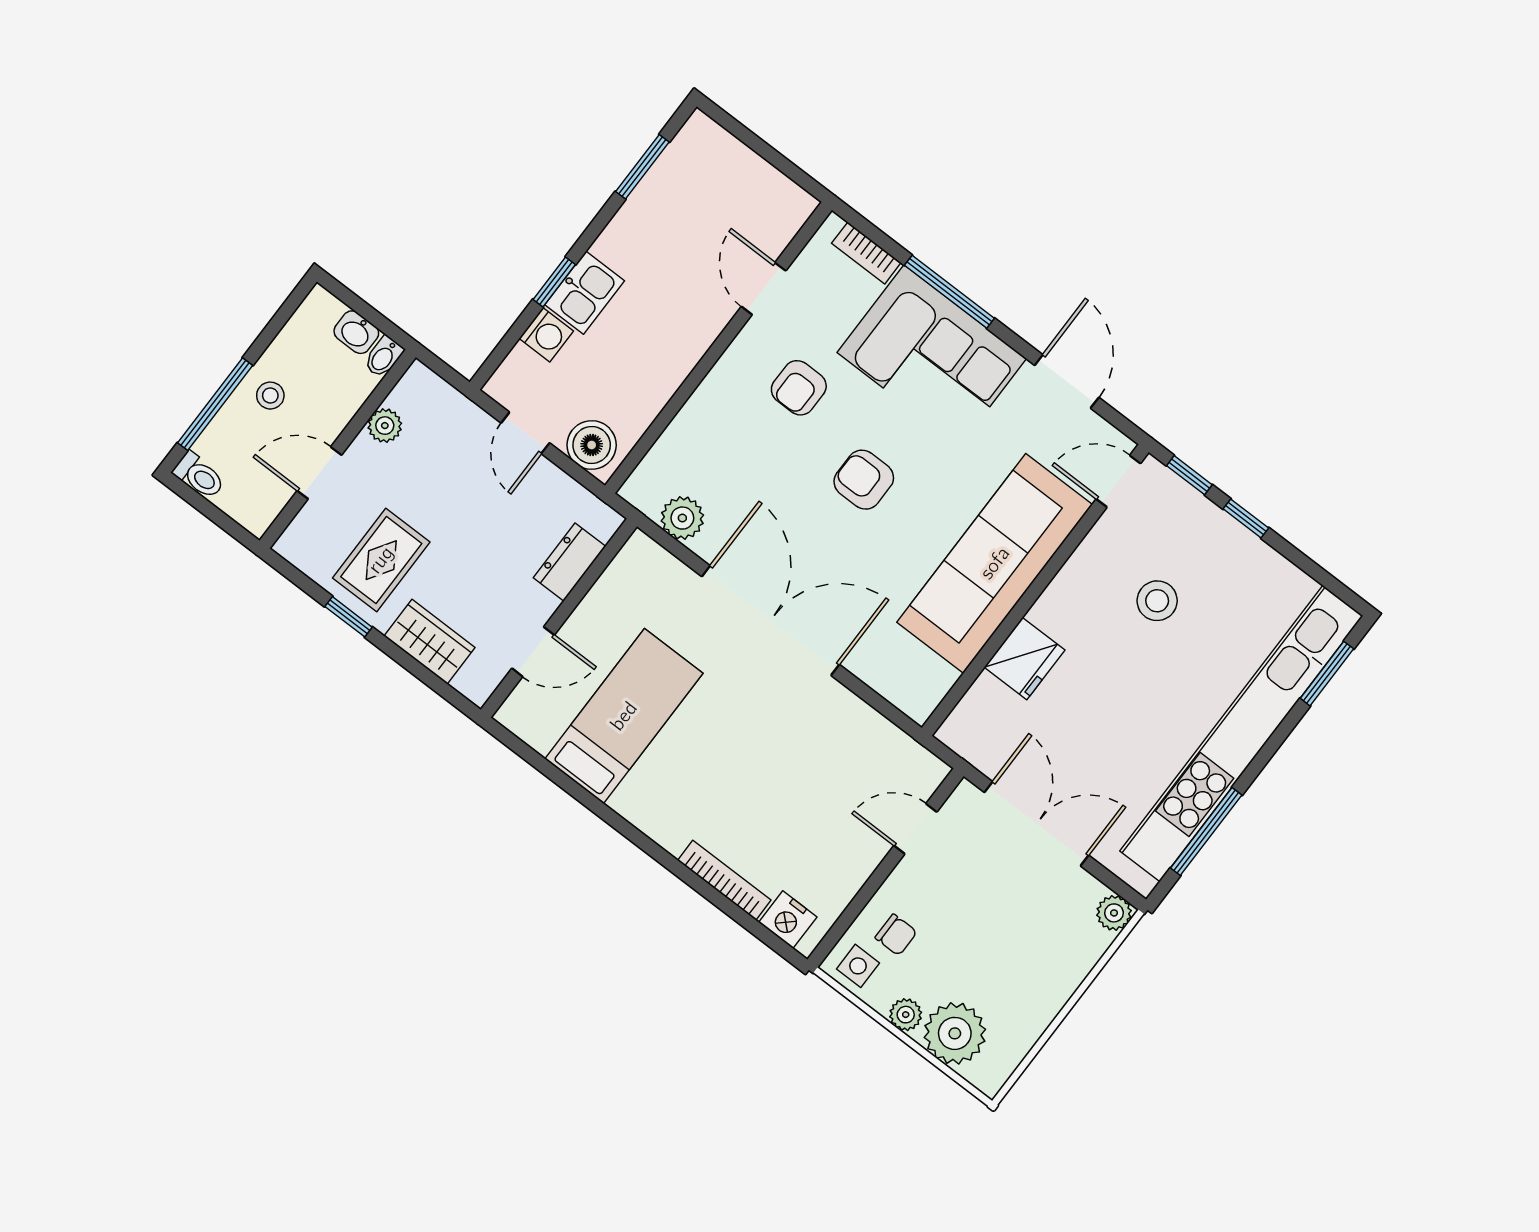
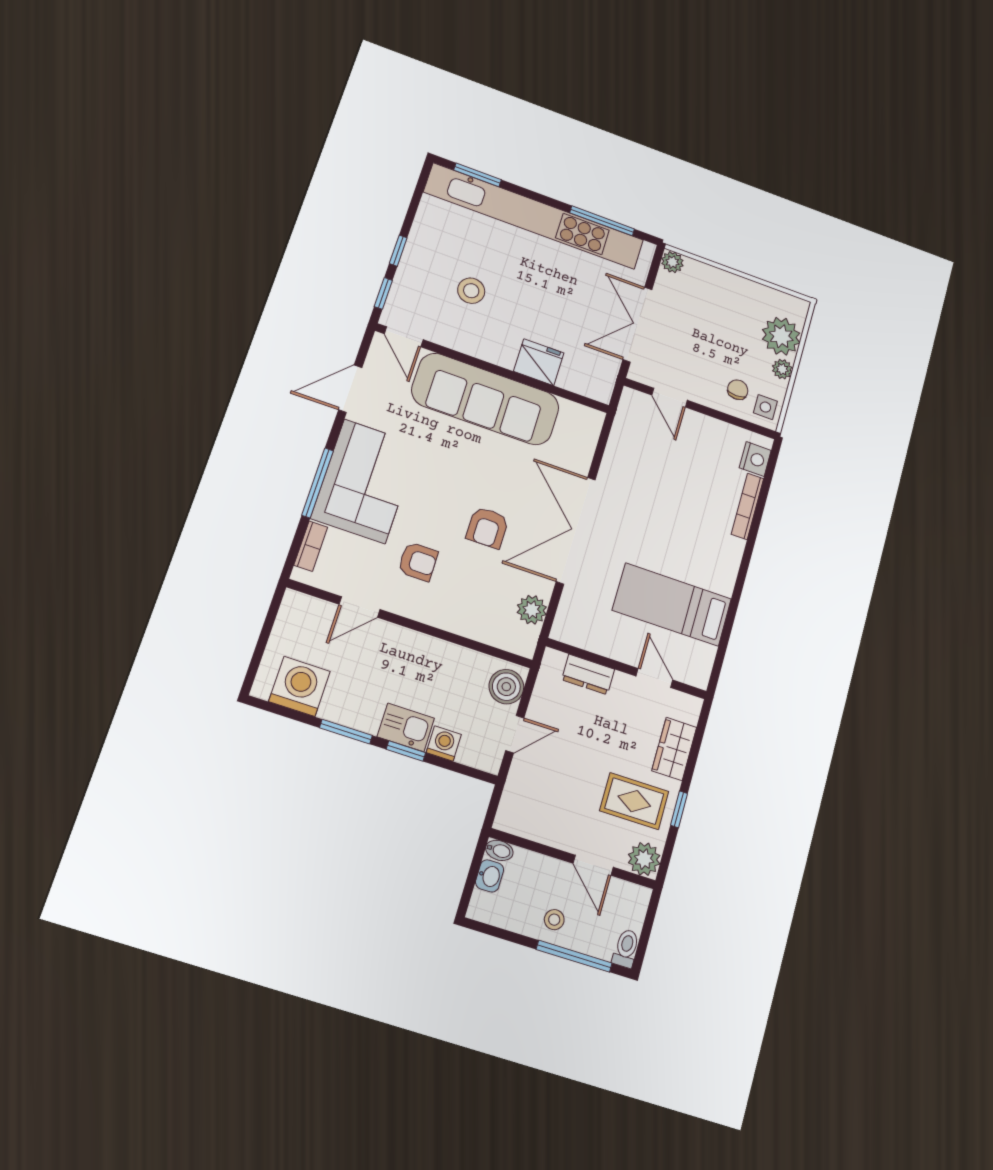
window: (642, 167) -> (346, 732), moved
washing machine: (686, 174) -> (299, 686), added
plant: (385, 426) -> (644, 859), moved, width x1.38, depth x1.38
armchair: (864, 480) -> (487, 528), moved

